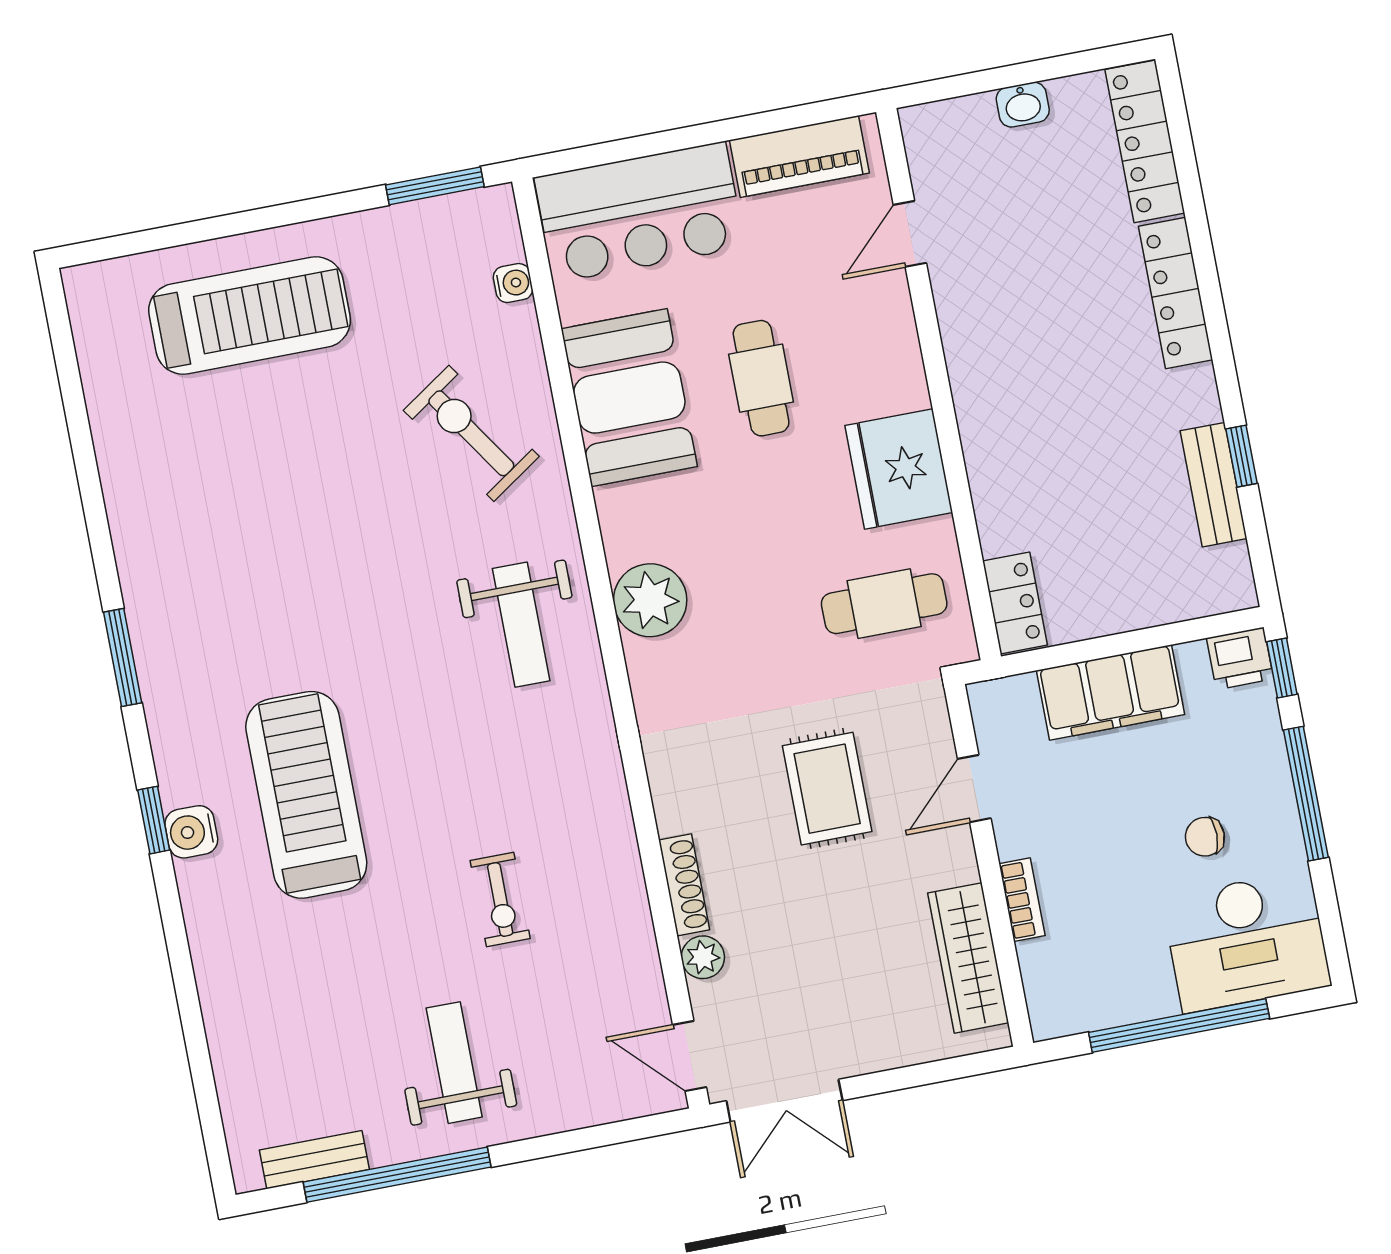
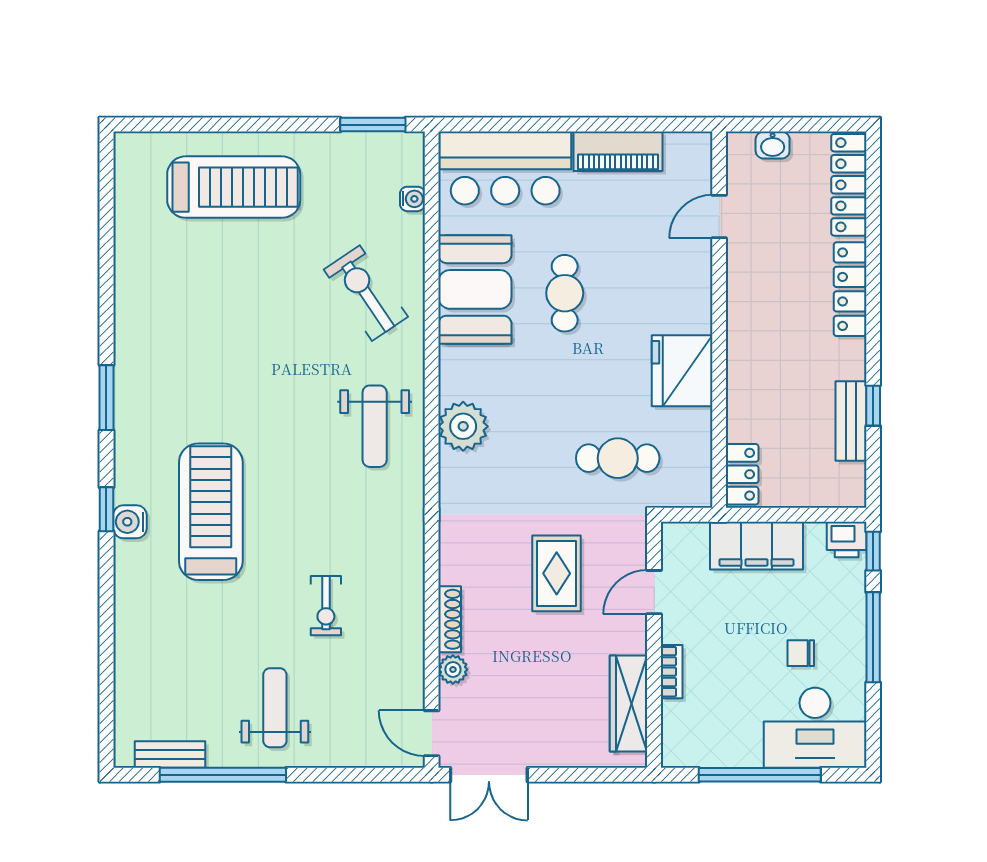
door: (910, 234) -> (719, 216), moved
wall: (938, 384) -> (719, 320), moved
fridge: (899, 469) -> (682, 371), moved
locker: (1015, 603) -> (742, 474), moved

